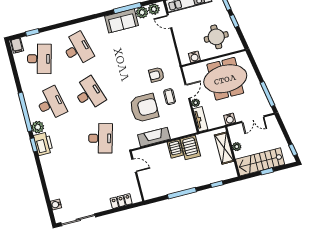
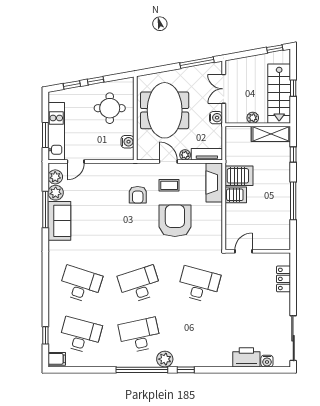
desk: (78, 49) -> (80, 285), turned 33
double door: (253, 119) -> (224, 89), swing flipped
fireplace: (154, 137) -> (214, 182), moved
printer: (43, 144) -> (246, 357), moved
shelving: (224, 148) -> (271, 134), moved

